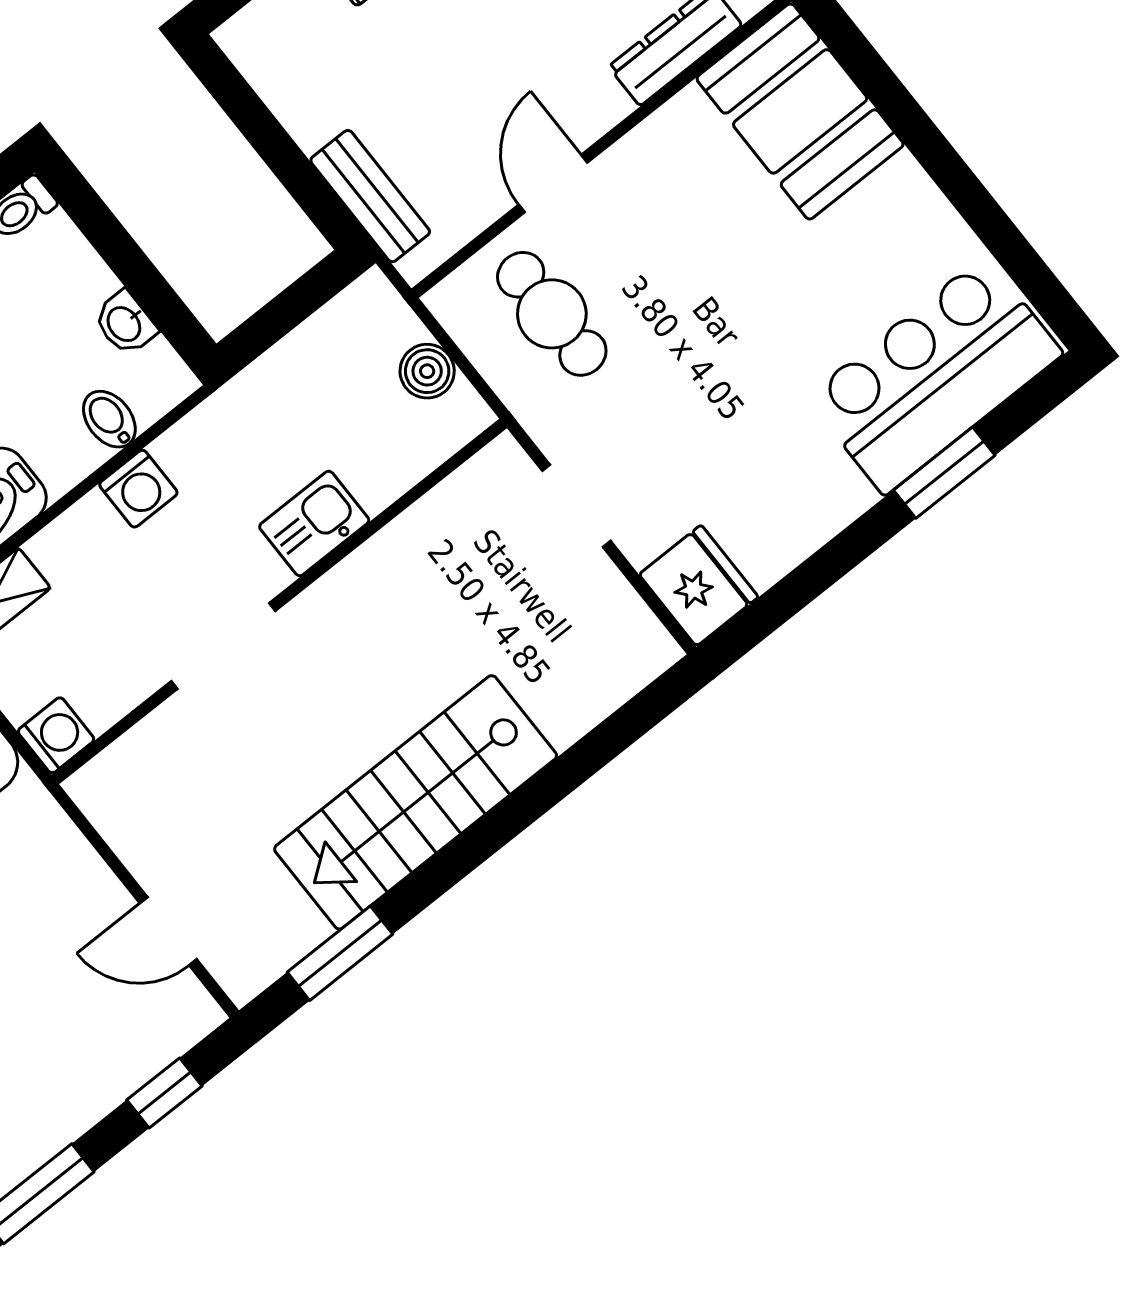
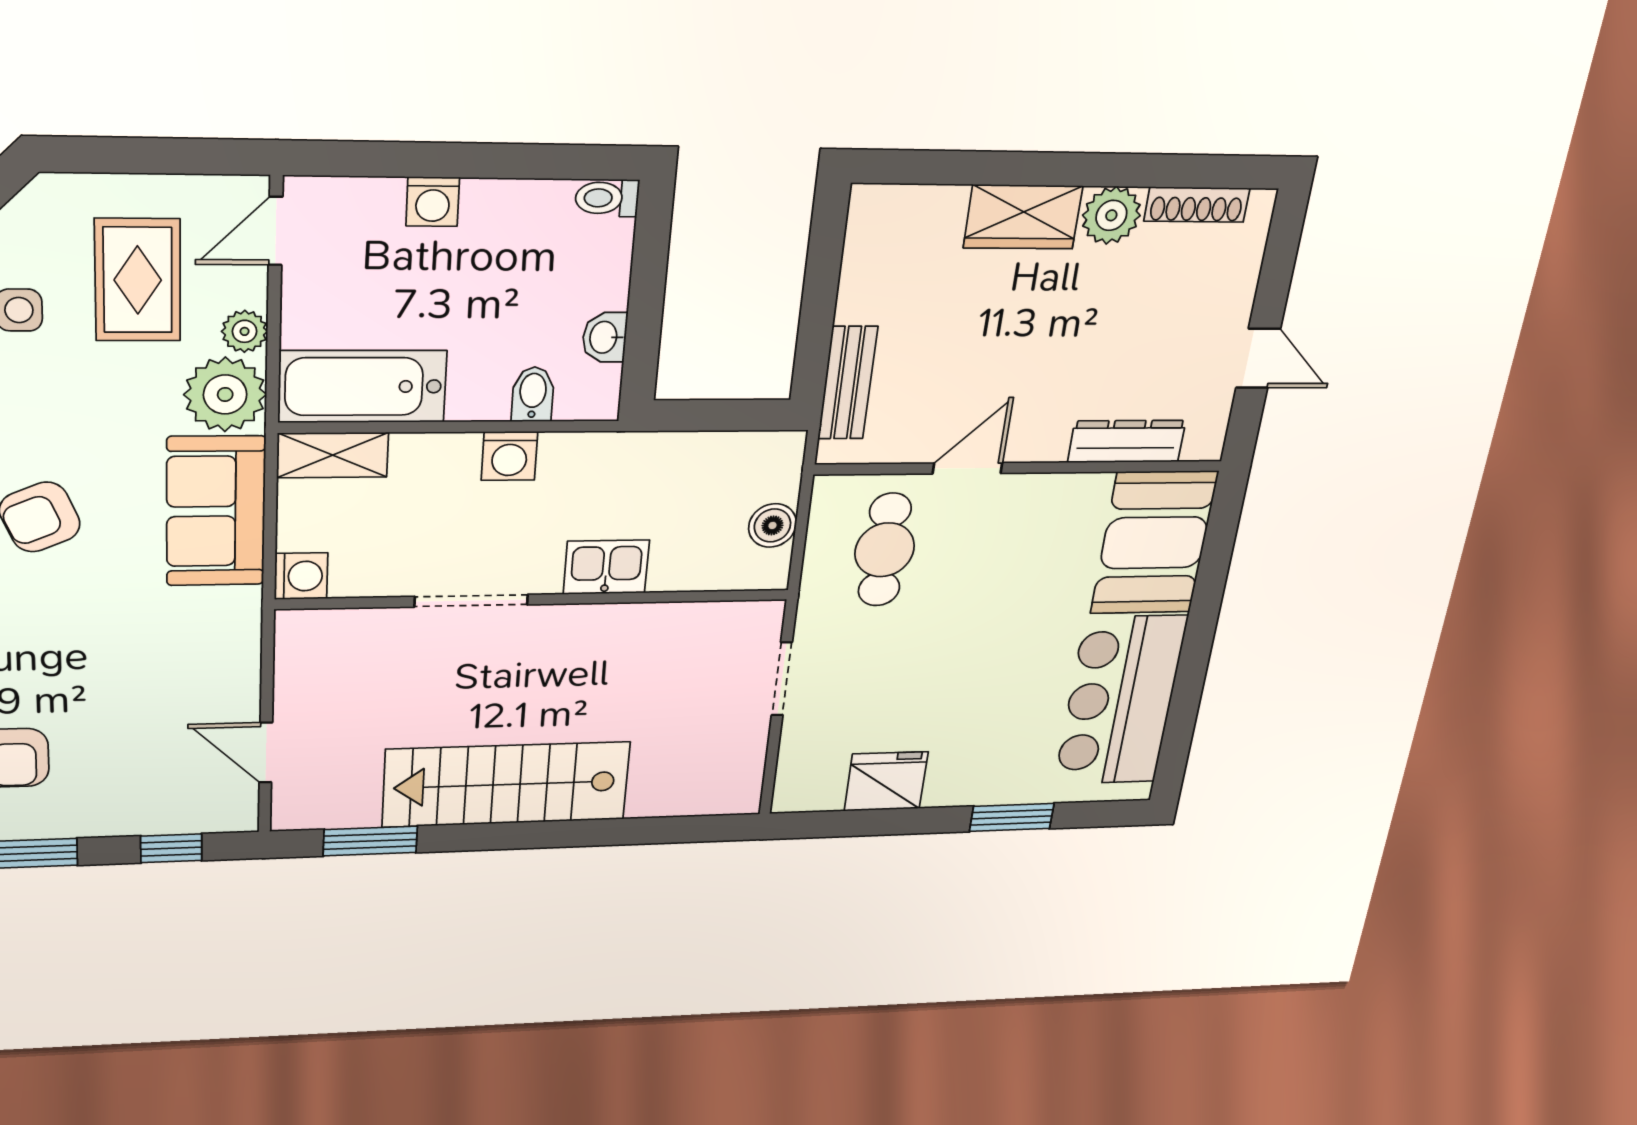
bar counter: (935, 375) -> (1120, 701), moved, turned -90
fridge: (699, 586) -> (886, 781), moved, turned -90

